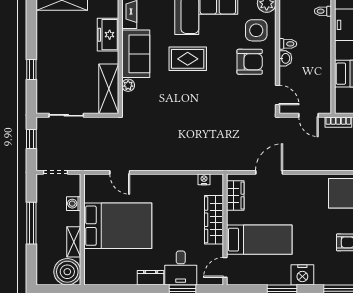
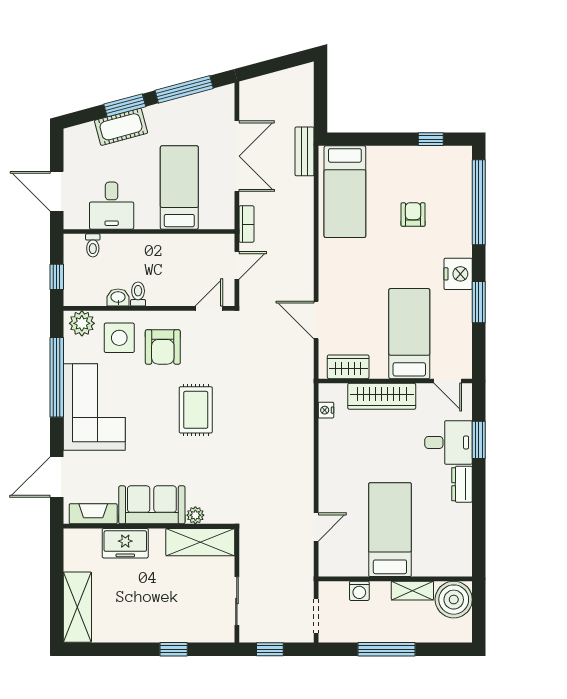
washbasin: (285, 58) -> (118, 298), moved
rug: (188, 59) -> (196, 410), moved
armchair: (250, 62) -> (163, 347), turned 180
bed: (118, 226) -> (390, 530), width x0.67

